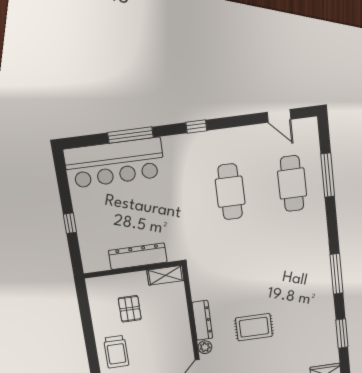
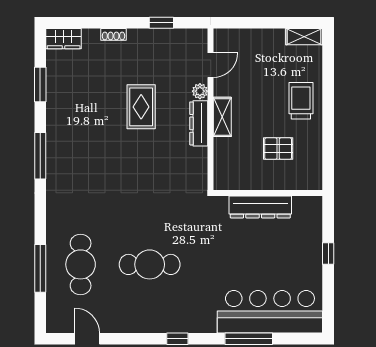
cafe table: (230, 192) -> (150, 264), turned 90
shelving: (165, 275) -> (222, 117), moved, turned 90
pallet: (130, 309) -> (278, 149), turned 90
rug: (254, 327) -> (141, 107), turned 90

